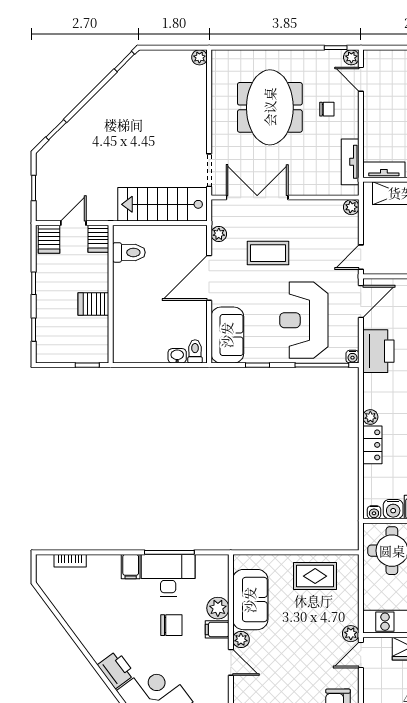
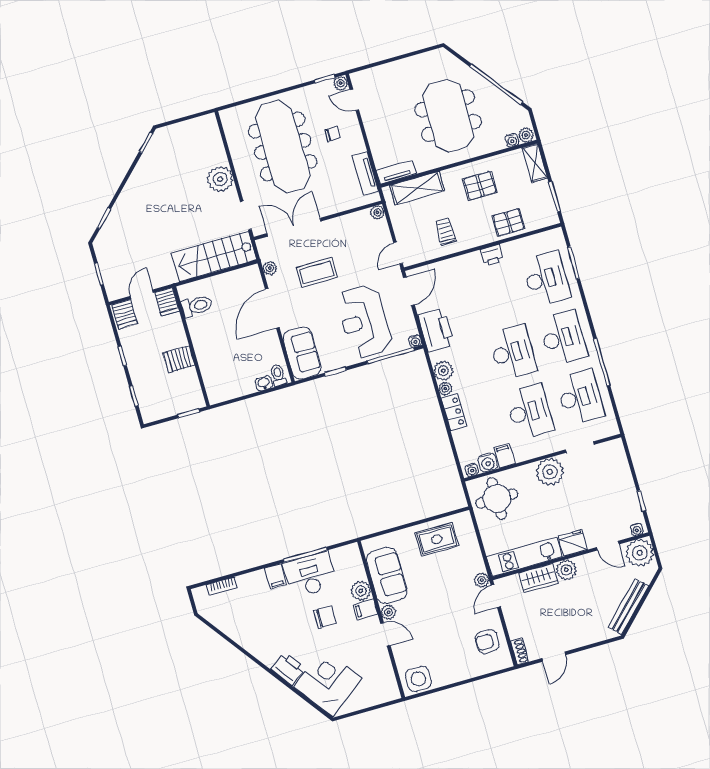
plant: (199, 57) -> (220, 179), moved, width x1.88, depth x1.88
meeting table: (270, 107) -> (283, 146), width x1.36
plant: (374, 397) -> (443, 371), added

